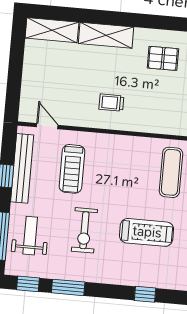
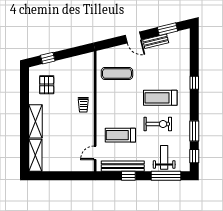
trolley: (111, 103) -> (83, 105), moved
treadmill: (72, 169) -> (120, 135), turned 180
treadmill: (147, 232) -> (160, 98), moved, turned -90
weight bench: (30, 236) -> (164, 157), turned 90

